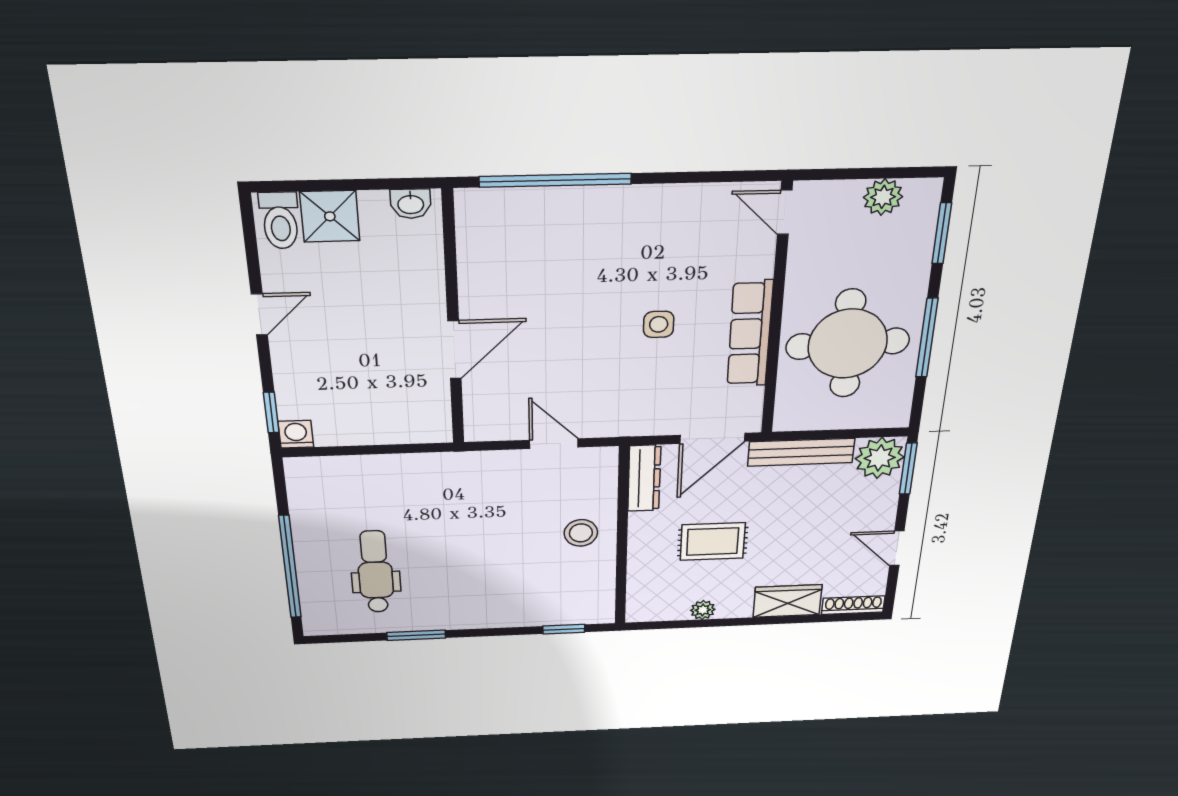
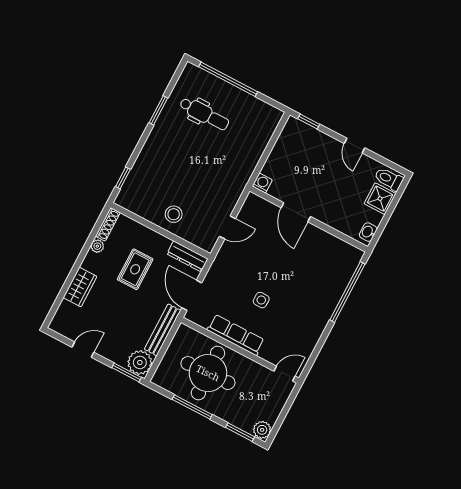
plant: (883, 197) -> (262, 430), moved
washing machine: (296, 434) -> (262, 183), moved, turned -90
shoe rack: (853, 605) -> (108, 224), moved

